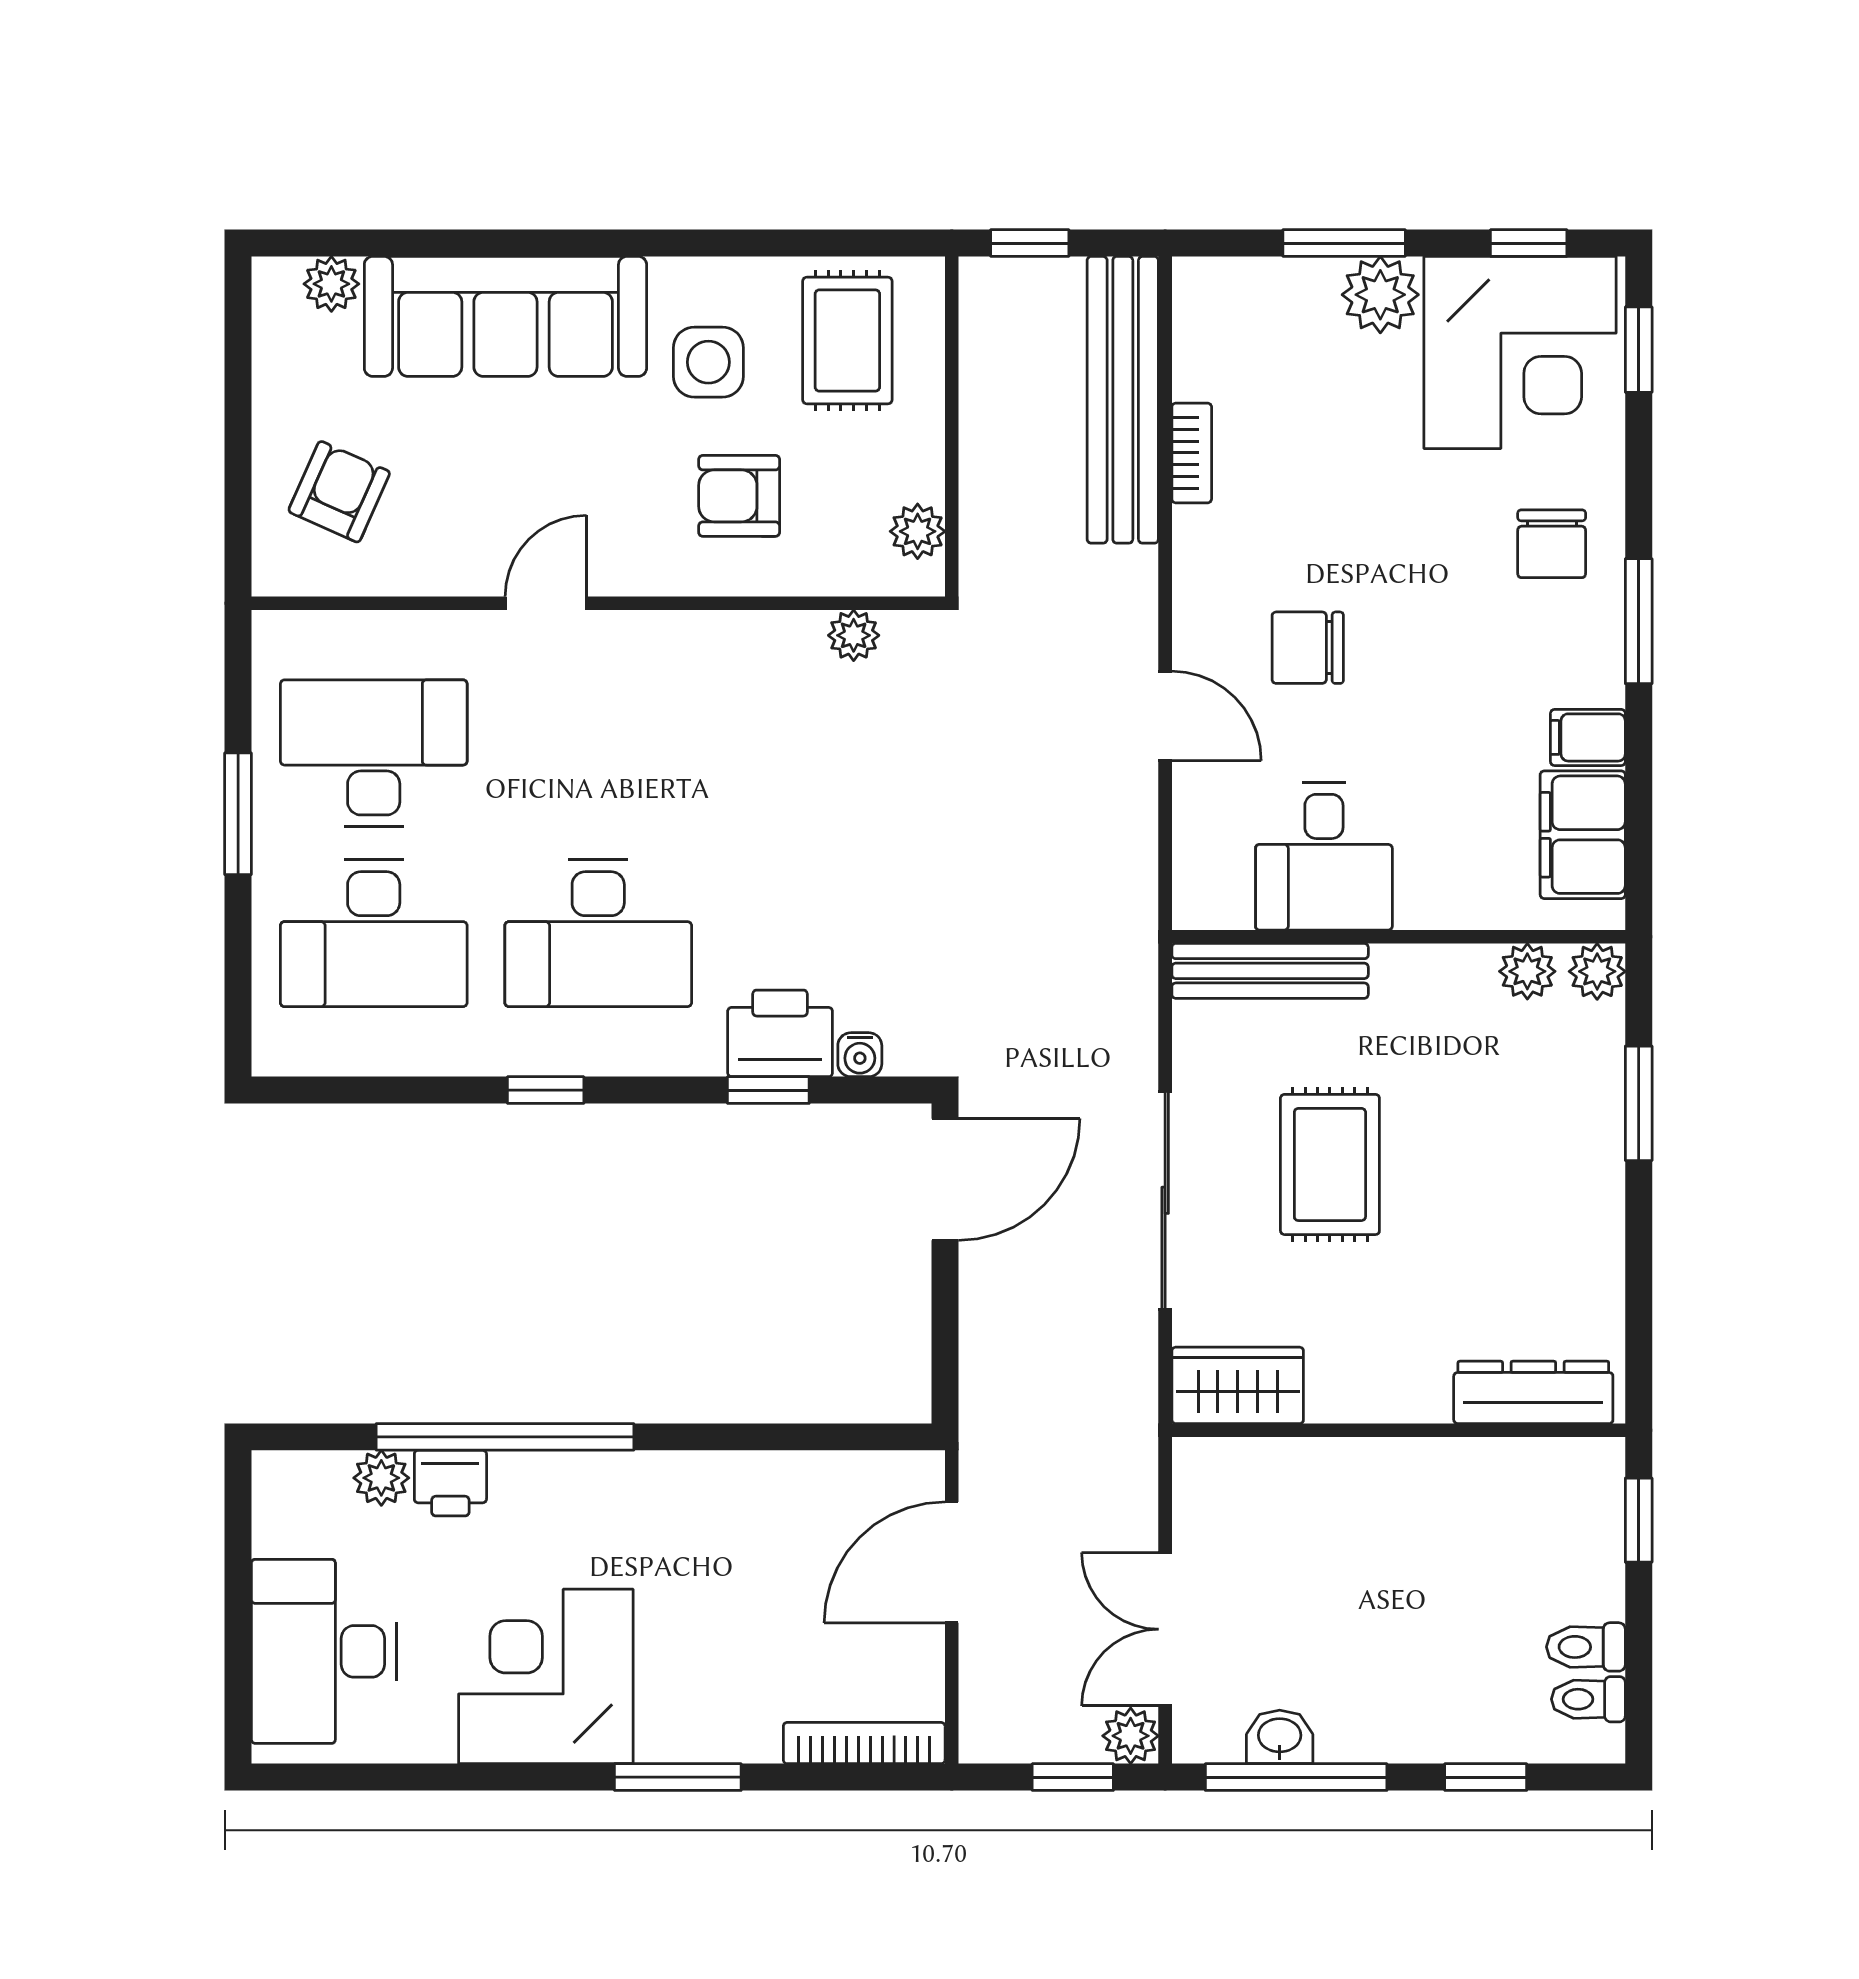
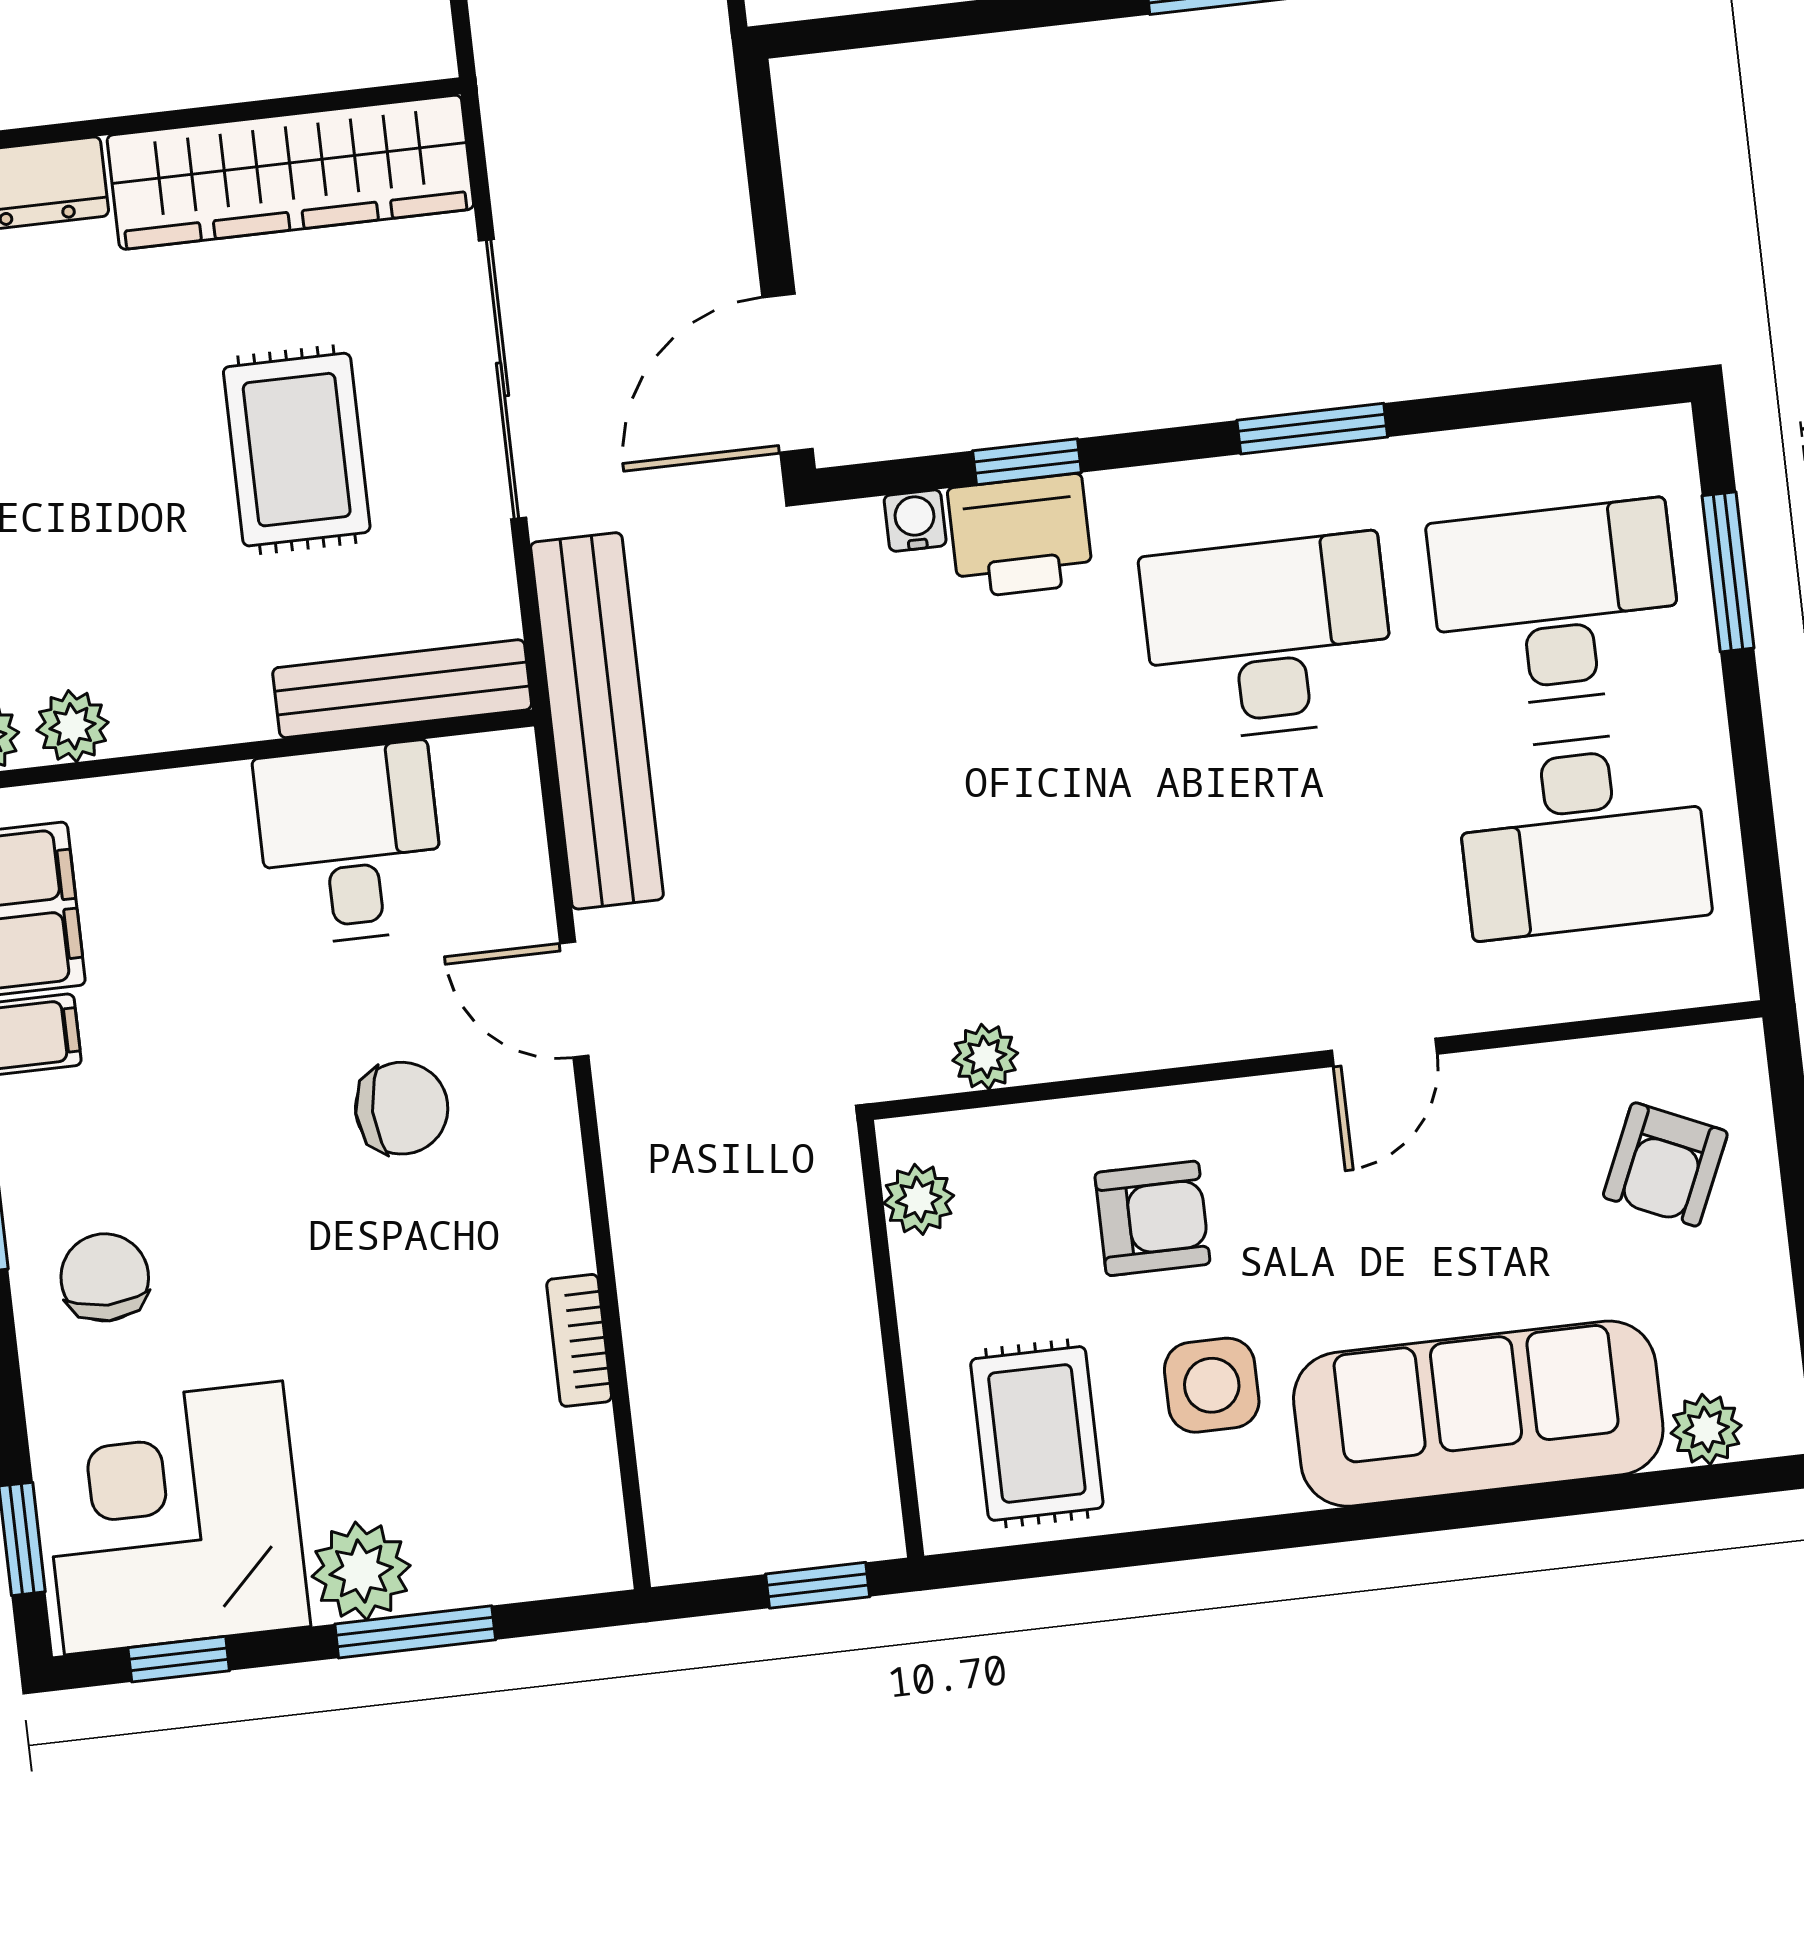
bench: (1123, 400) -> (597, 721), moved
window: (238, 814) -> (1728, 572), moved
window: (546, 1090) -> (1312, 429), width x1.50
wardrobe: (1238, 1385) -> (290, 172), width x2.10, depth x1.17

